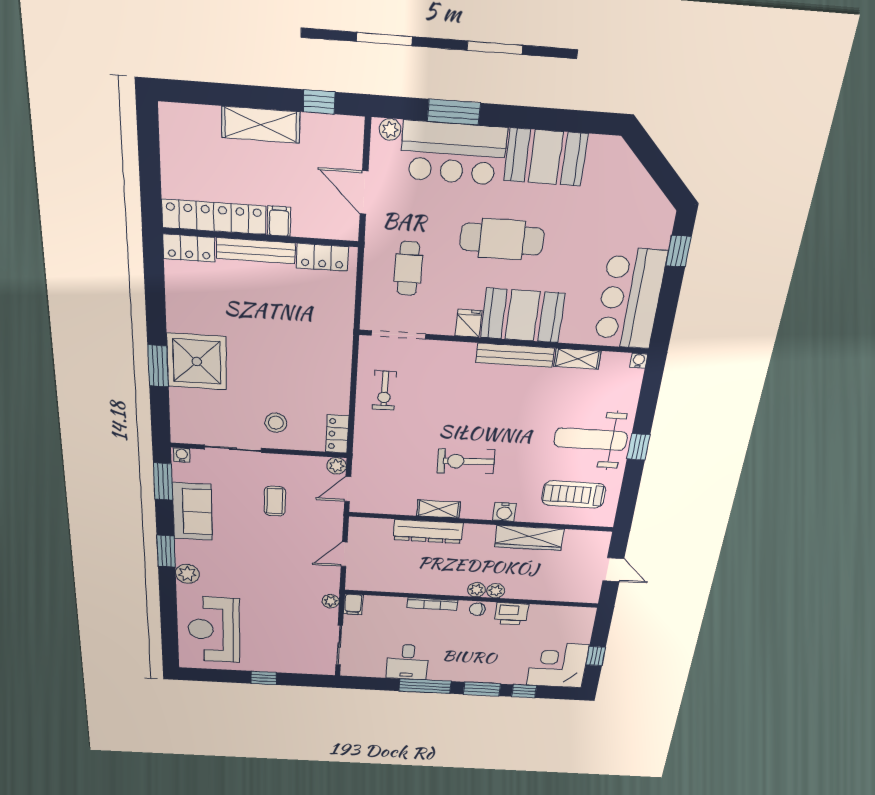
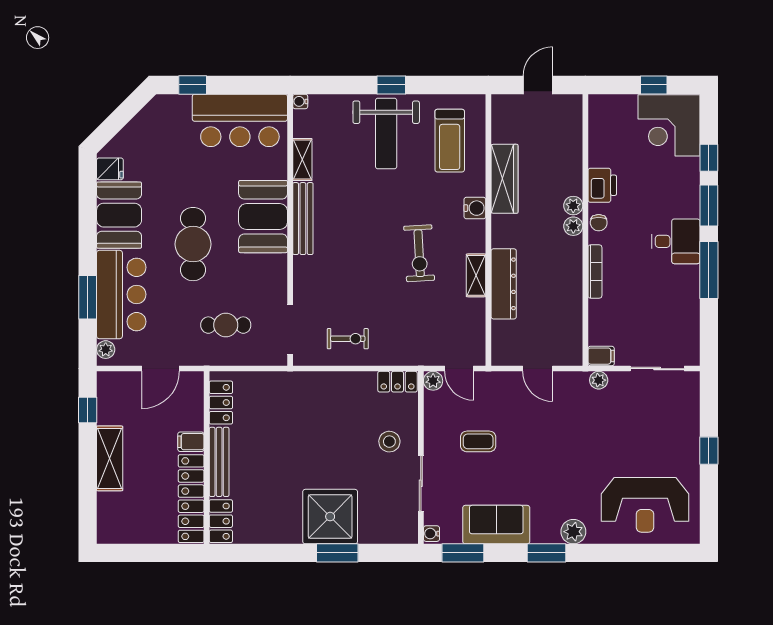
fridge: (468, 323) -> (110, 169), moved, turned 180
desk: (407, 662) -> (676, 241), moved

